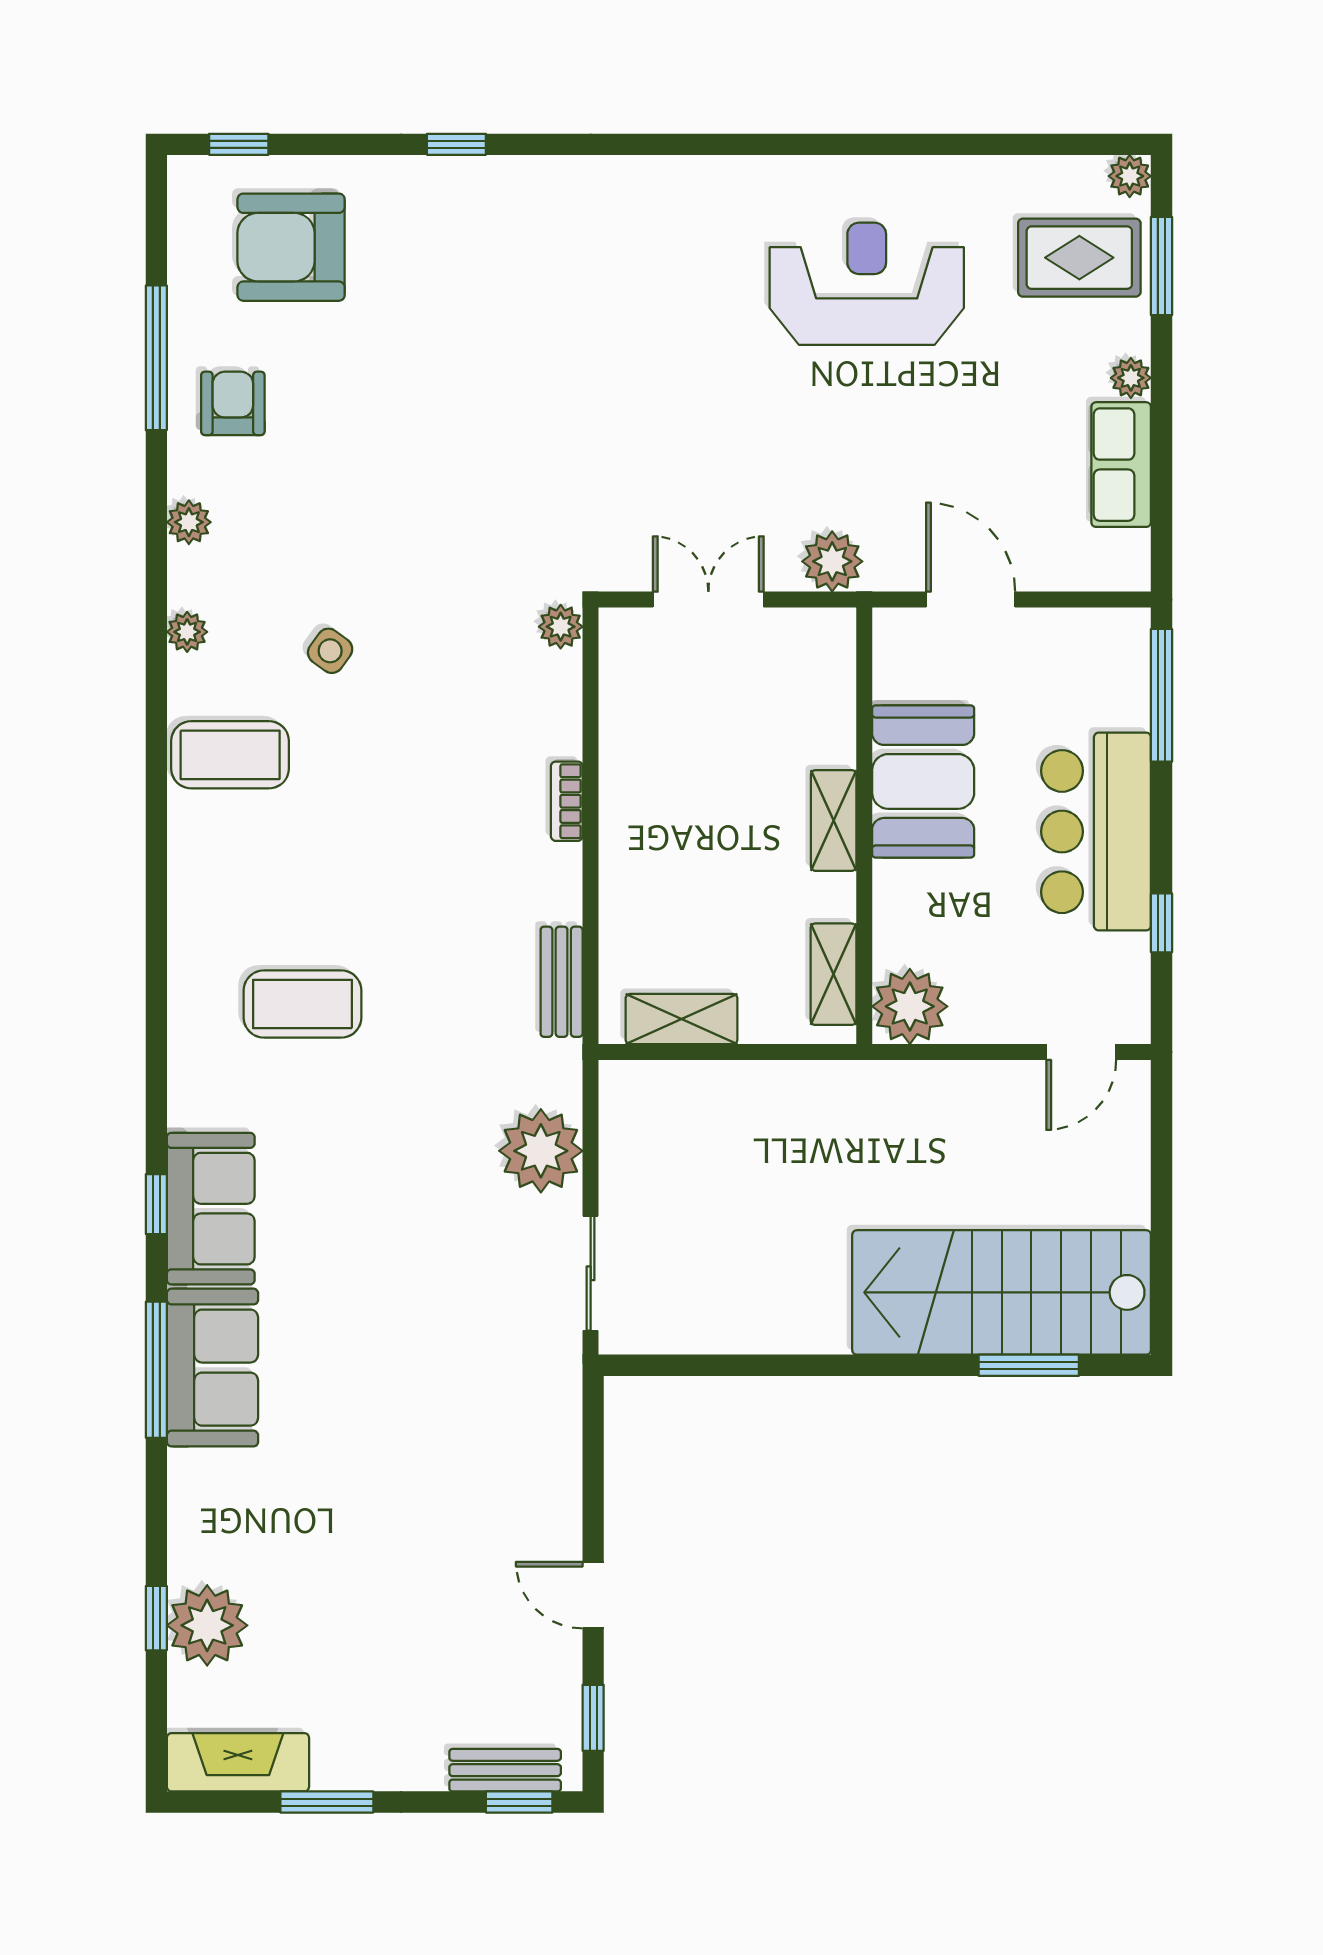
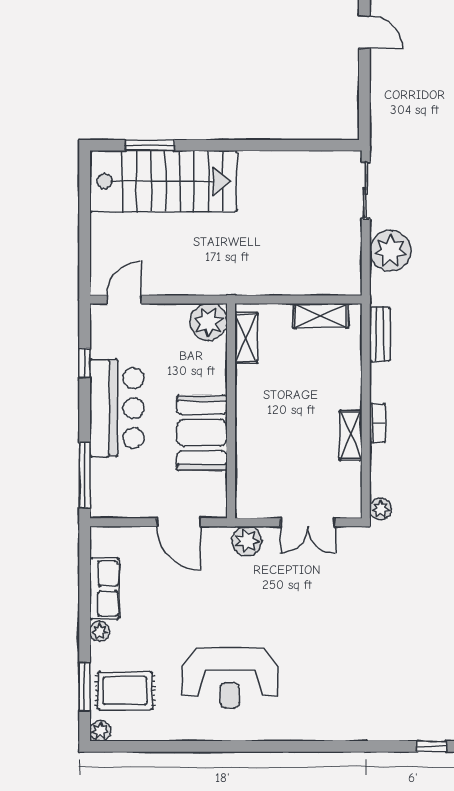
shelving: (834, 820) -> (351, 435), moved

